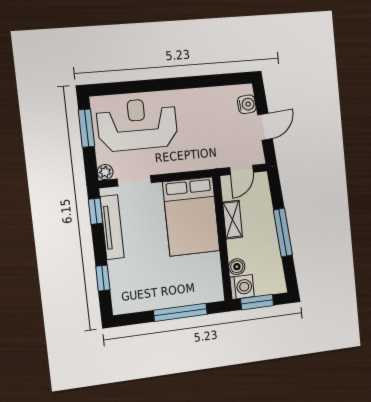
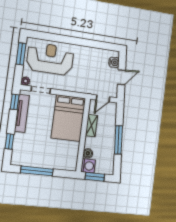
window: (180, 312) -> (37, 171), moved

